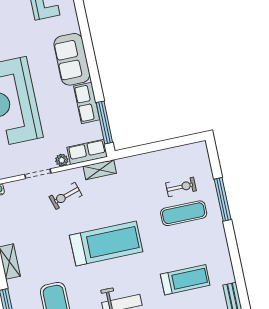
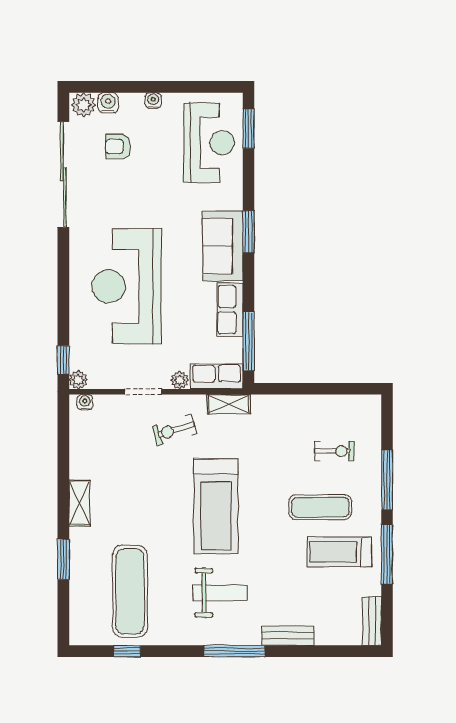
window: (88, 45) -> (249, 232), added
exercise mat: (184, 213) -> (320, 507), moved
treadmill: (106, 244) -> (216, 506), turned 90
window: (234, 252) -> (387, 554), added
treadmill: (185, 280) -> (339, 552), moved, turned 180

